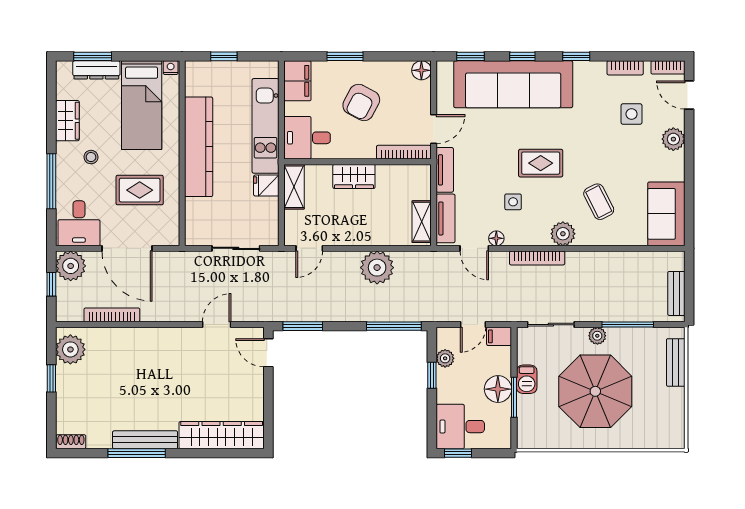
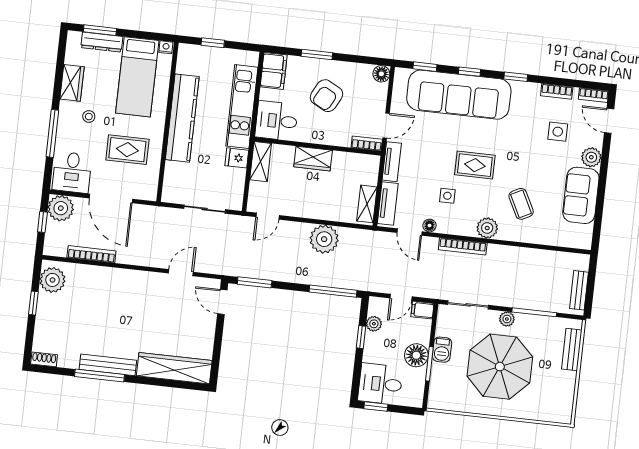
bookcase: (404, 152) -> (367, 143), width x0.64
sofa: (666, 214) -> (581, 195), moved

